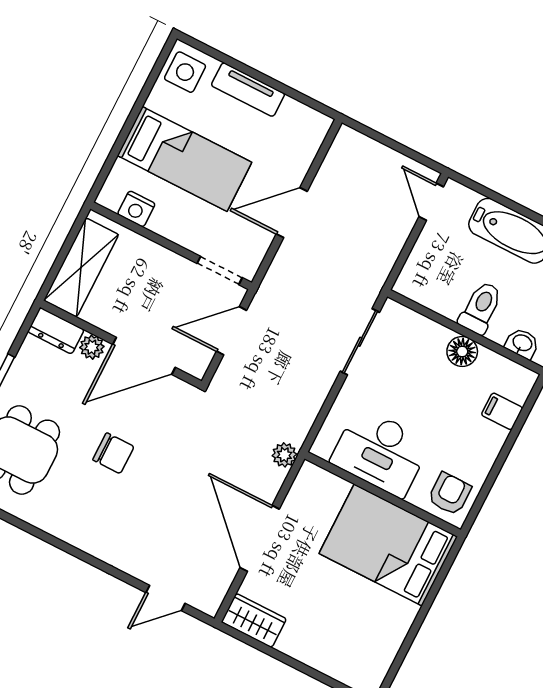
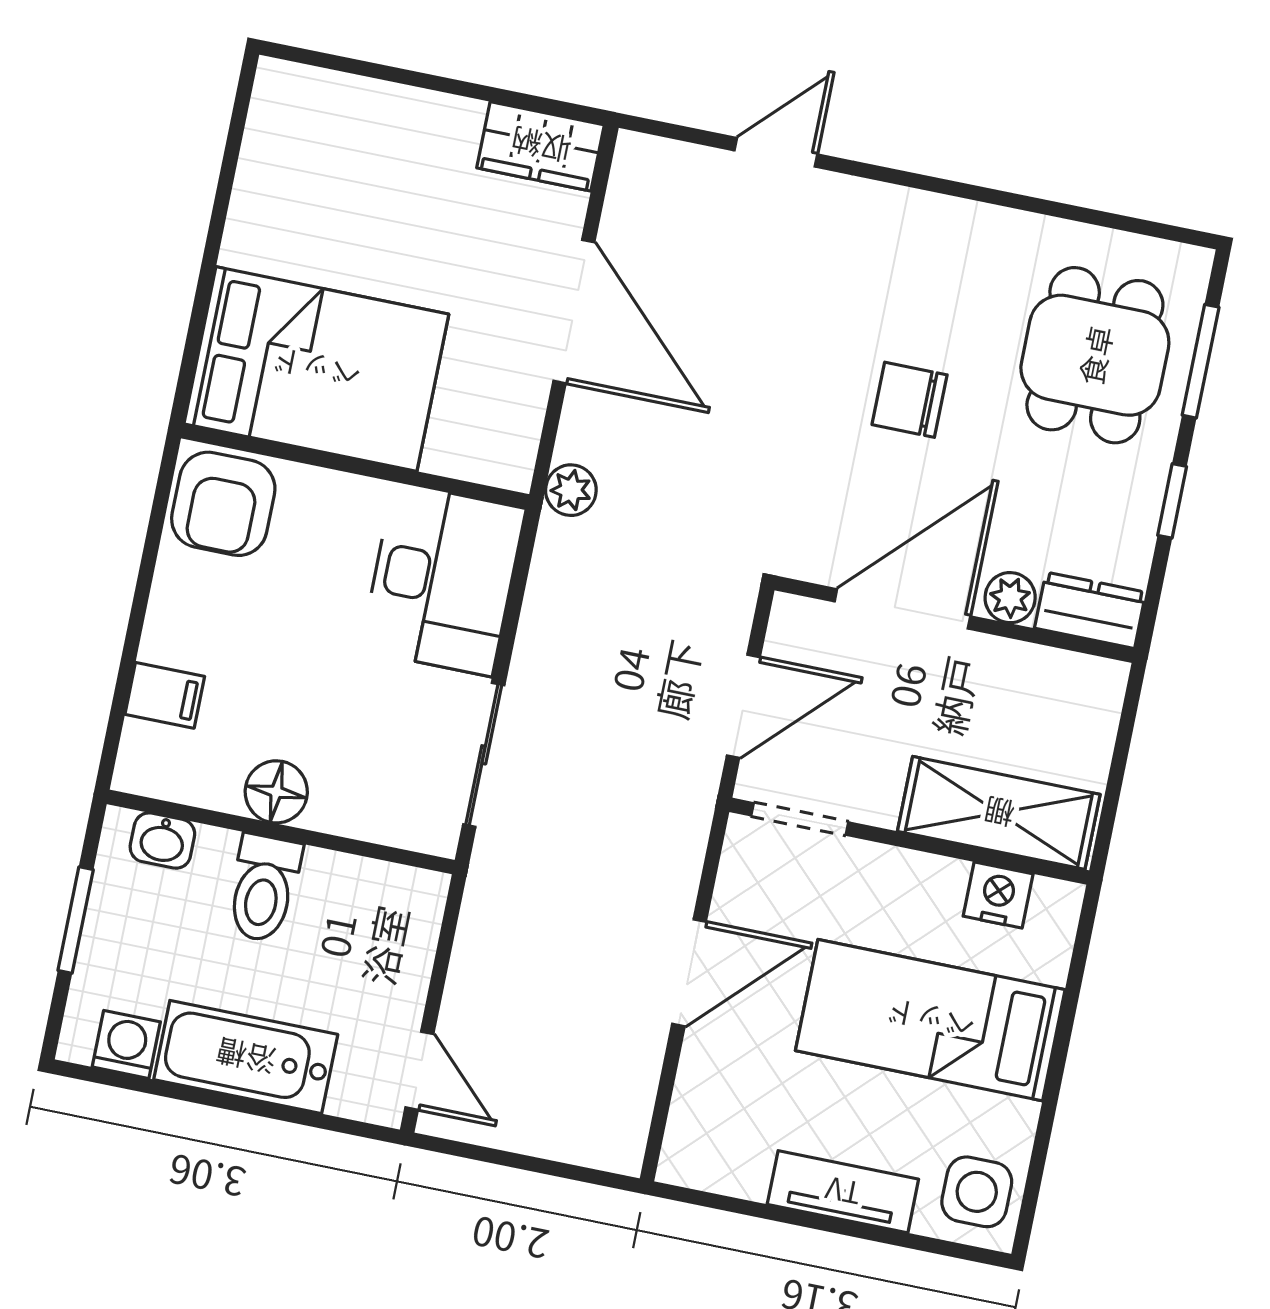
shelving: (81, 267) -> (999, 813), moved, turned 90
desk: (380, 452) -> (443, 579), moved, turned 90
armchair: (450, 494) -> (223, 504), width x1.38, depth x1.38
door: (166, 598) -> (776, 152), moved

